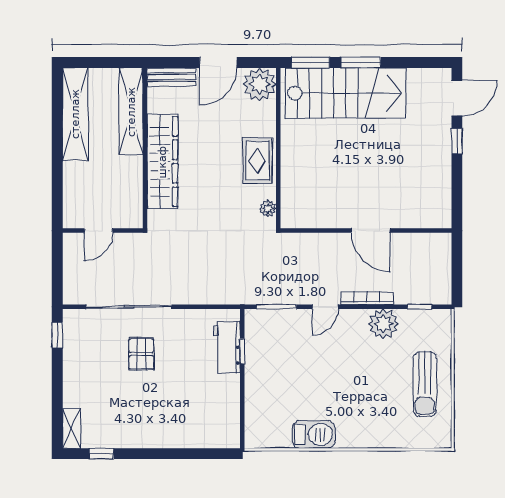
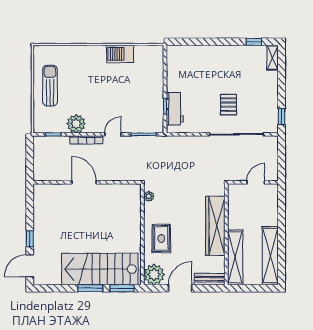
rug: (257, 161) -> (161, 239), moved

